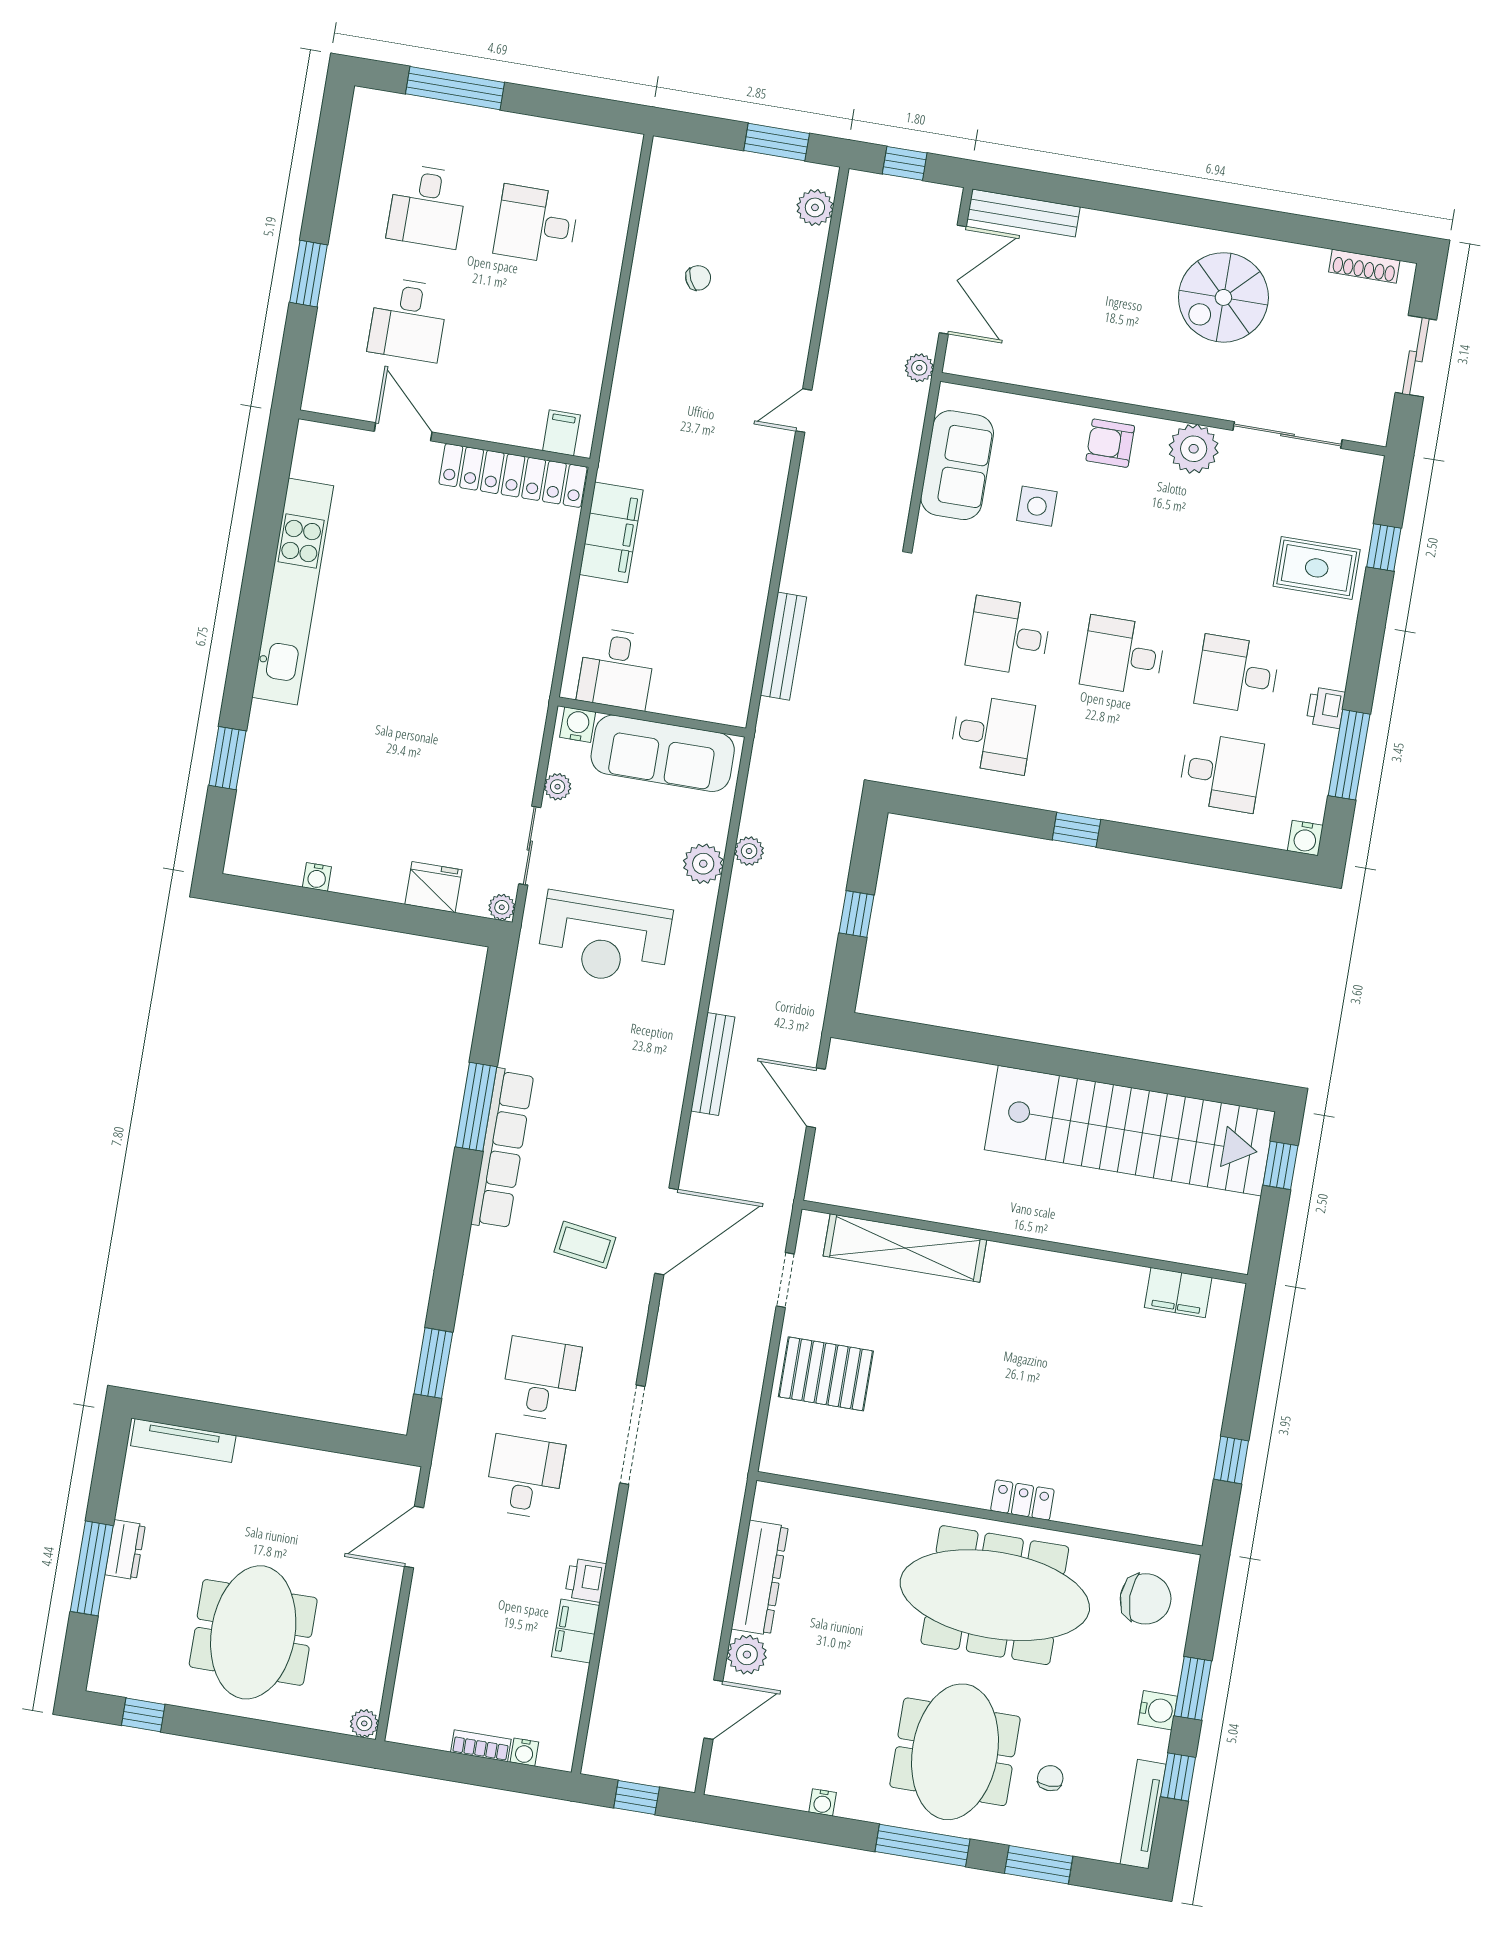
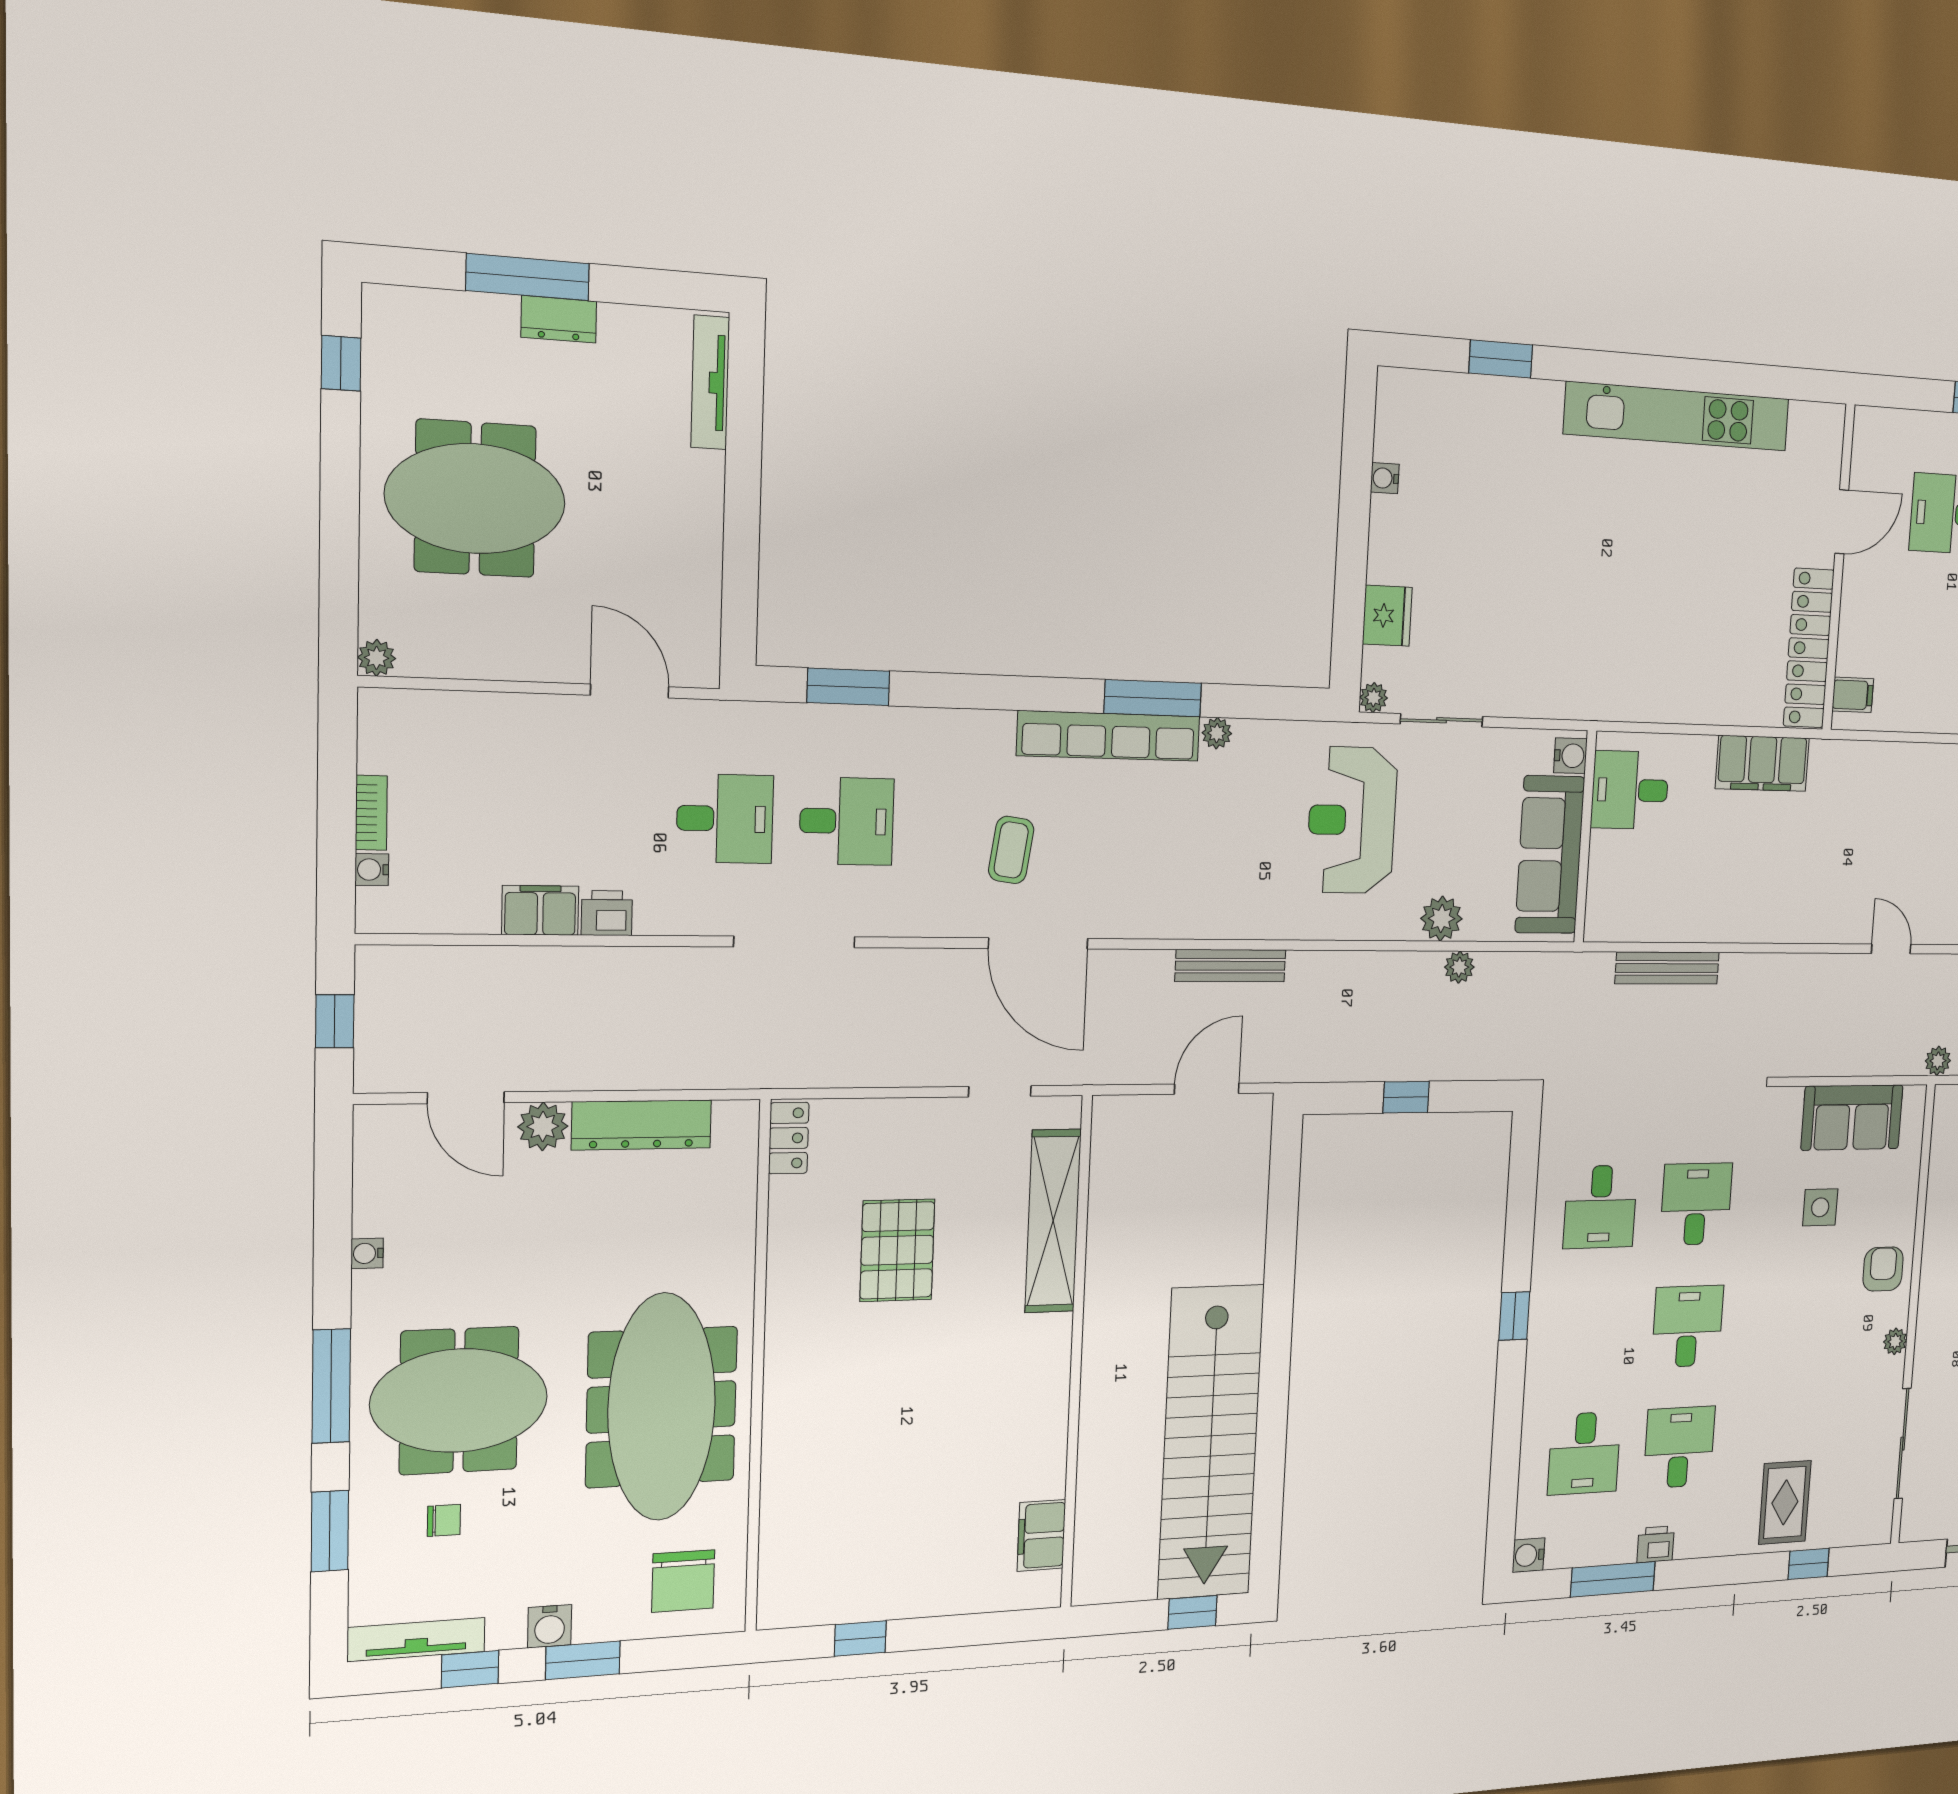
plant: (1194, 449) -> (1895, 1341), width x0.53, depth x0.53
plant: (558, 787) -> (1217, 733), moved
pallet: (826, 1374) -> (897, 1250), moved
locker: (1022, 1500) -> (789, 1138), moved

